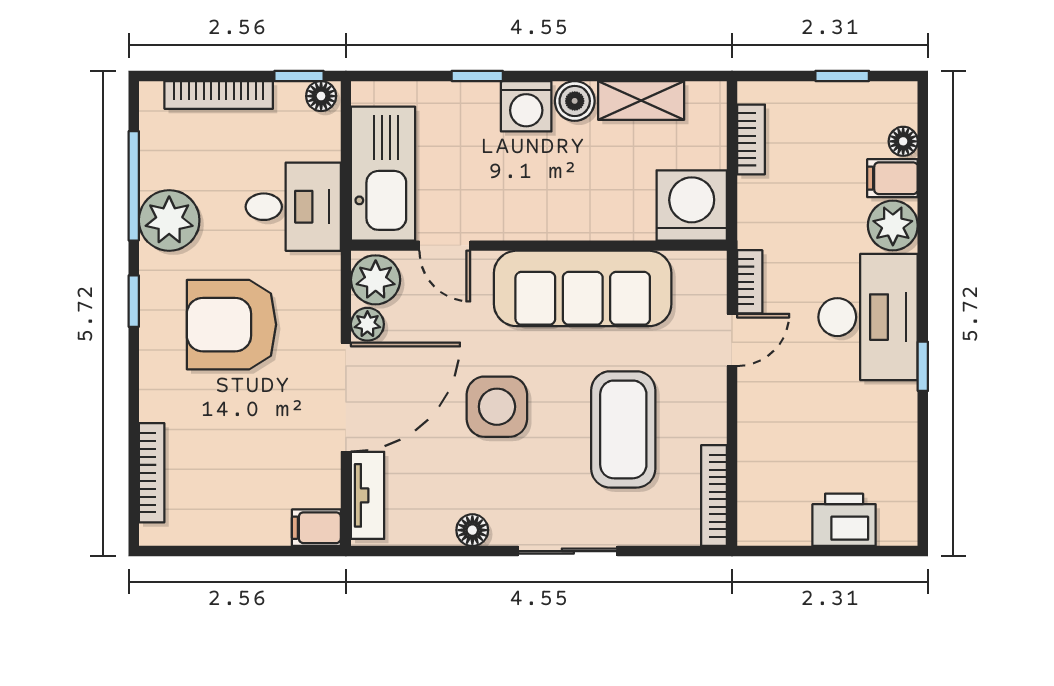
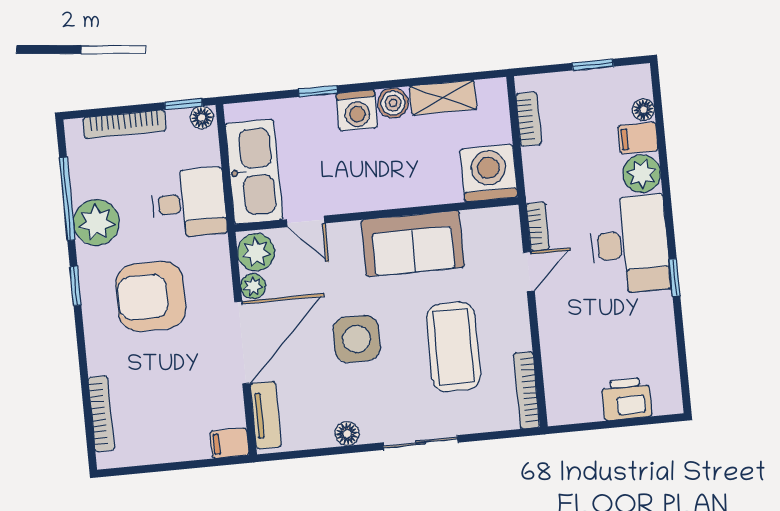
sofa: (583, 288) -> (413, 244), width x0.73

